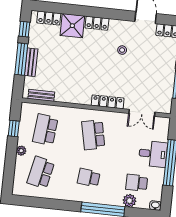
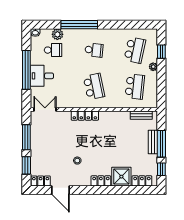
double door: (142, 113) -> (45, 109), moved
window: (14, 129) -> (161, 52), moved

